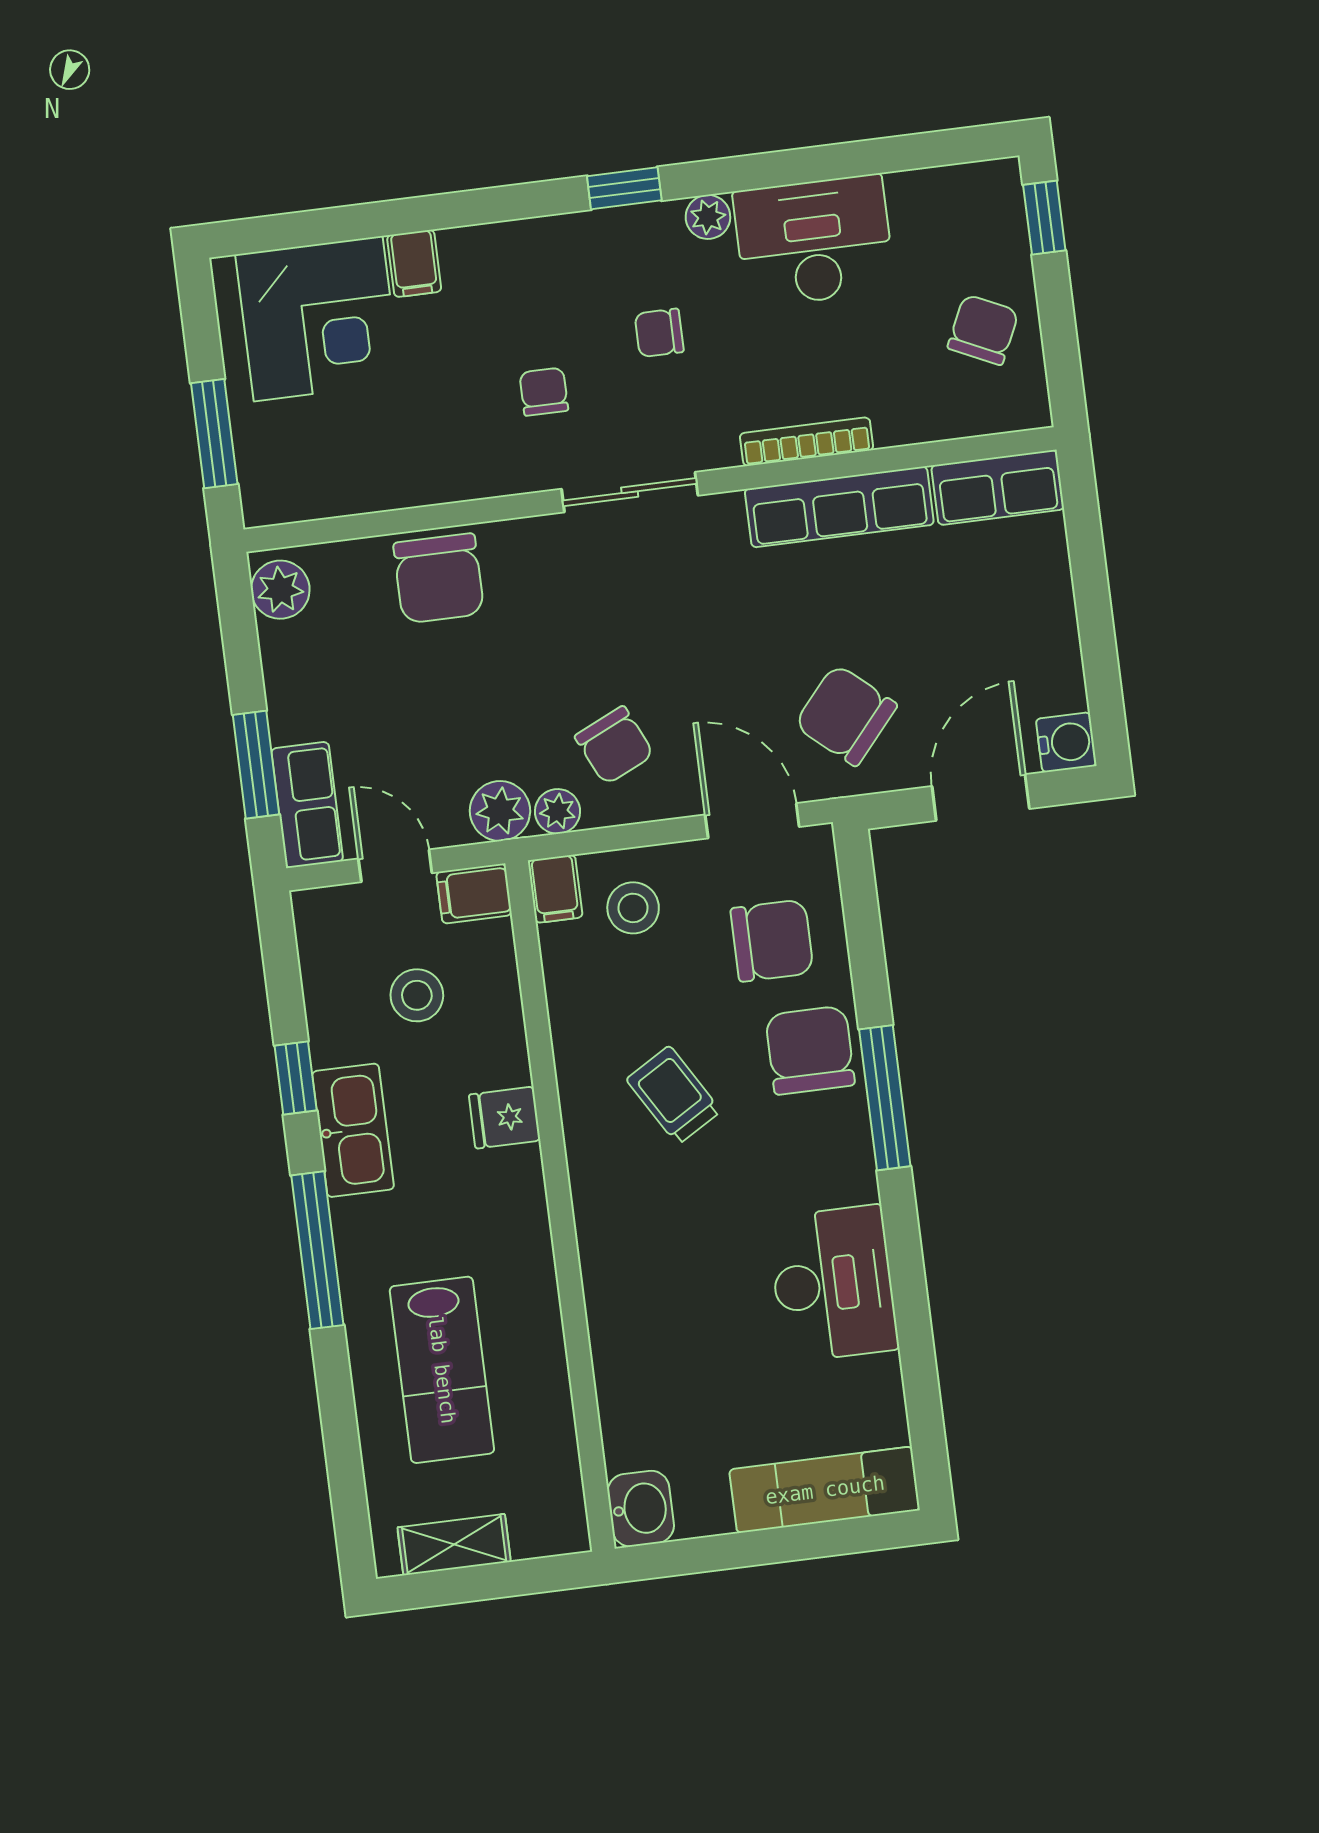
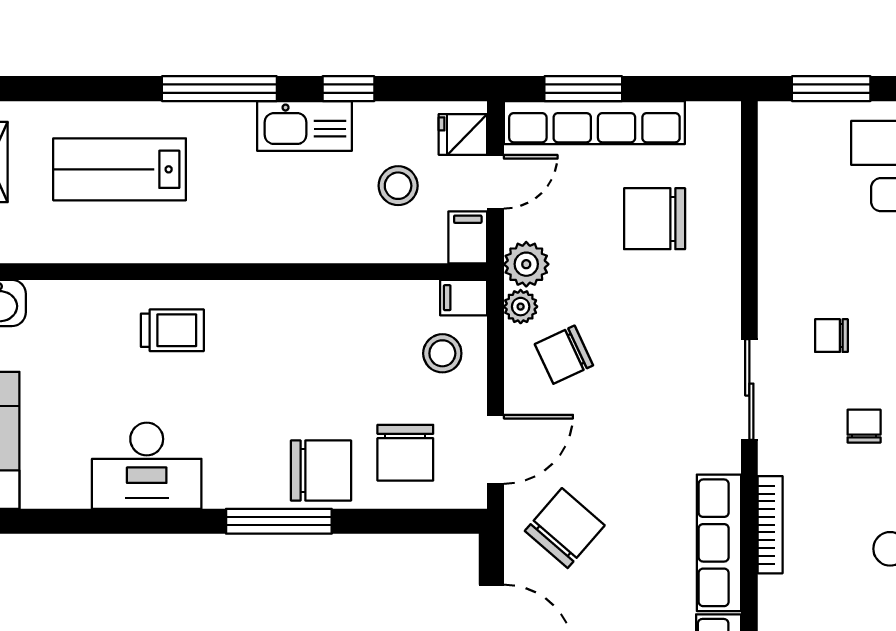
chair: (544, 392) -> (831, 336), turned 180
chair: (439, 578) -> (655, 219), moved
plant: (280, 590) -> (710, 123), removed
row of seats: (307, 805) -> (594, 123), width x2.02
trolley: (674, 1095) -> (172, 330), moved, turned 31
fridge: (505, 1118) -> (463, 134), moved, turned -90

